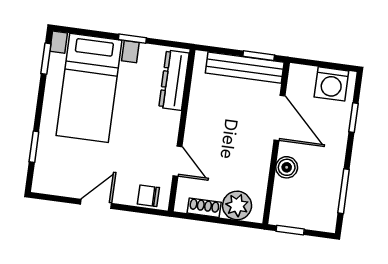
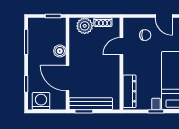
door: (177, 161) -> (121, 46), hinge flipped
chair: (148, 196) -> (145, 35), moved
door: (96, 204) -> (164, 16), hinge flipped

